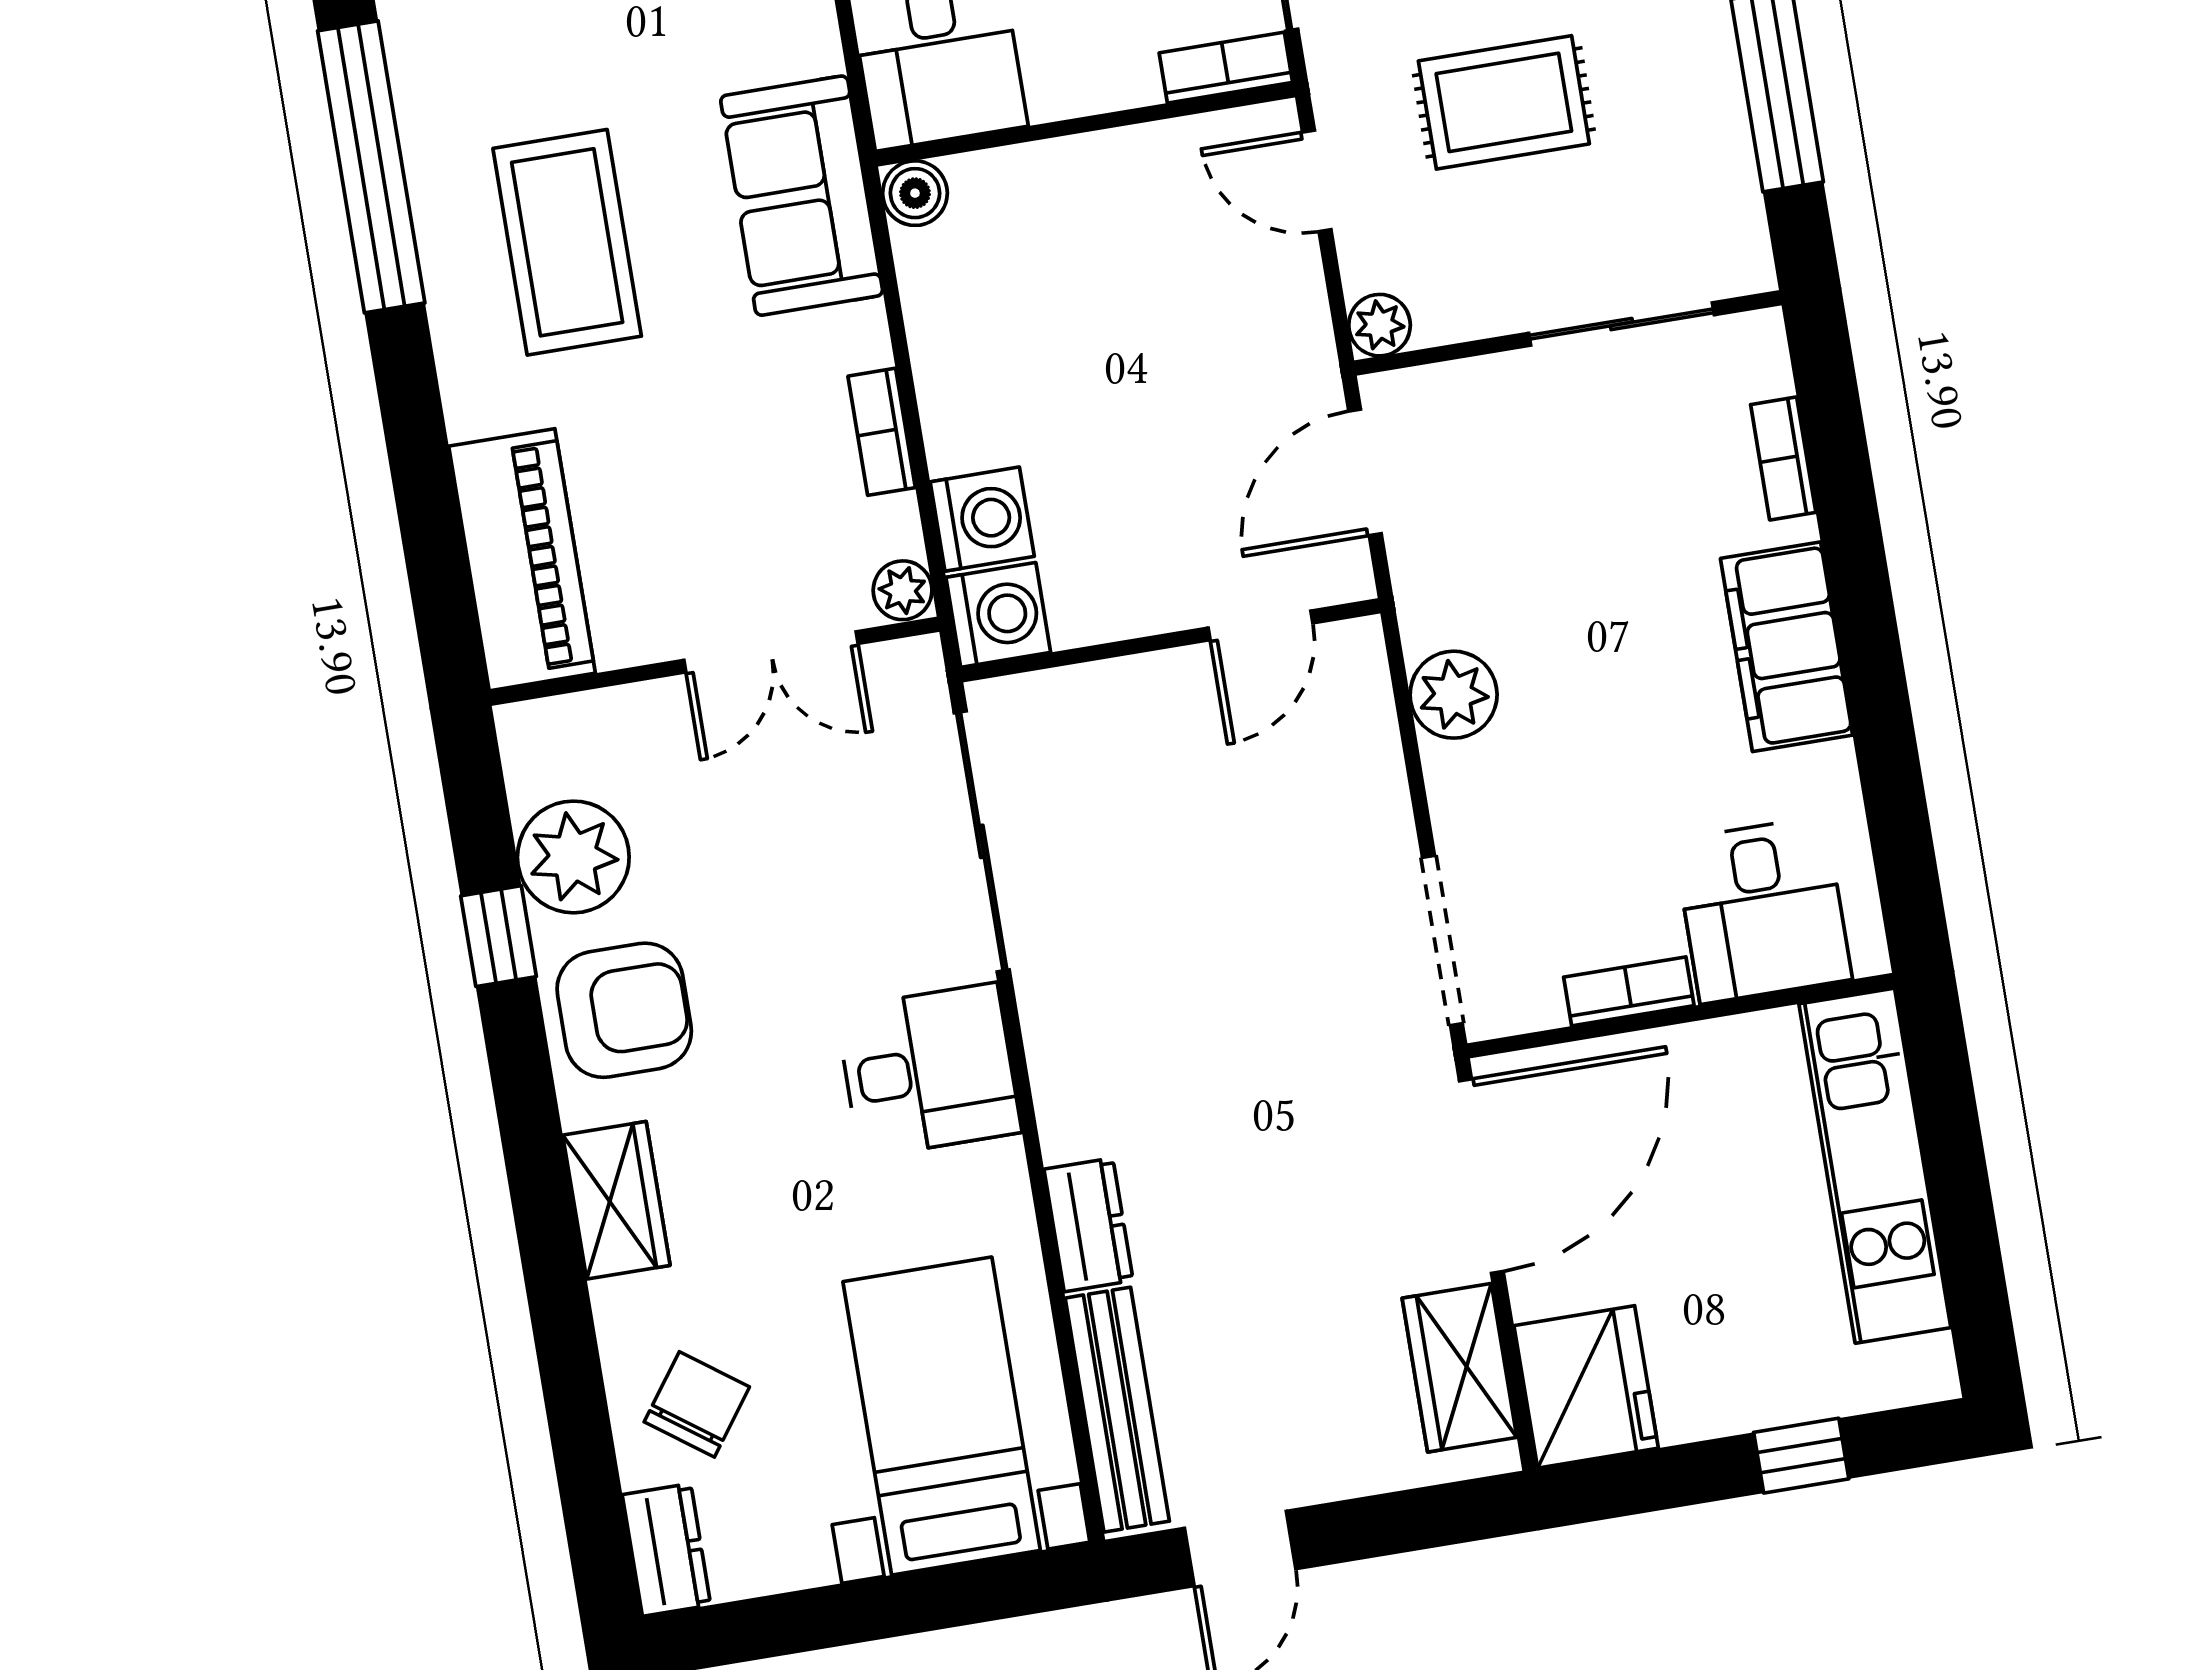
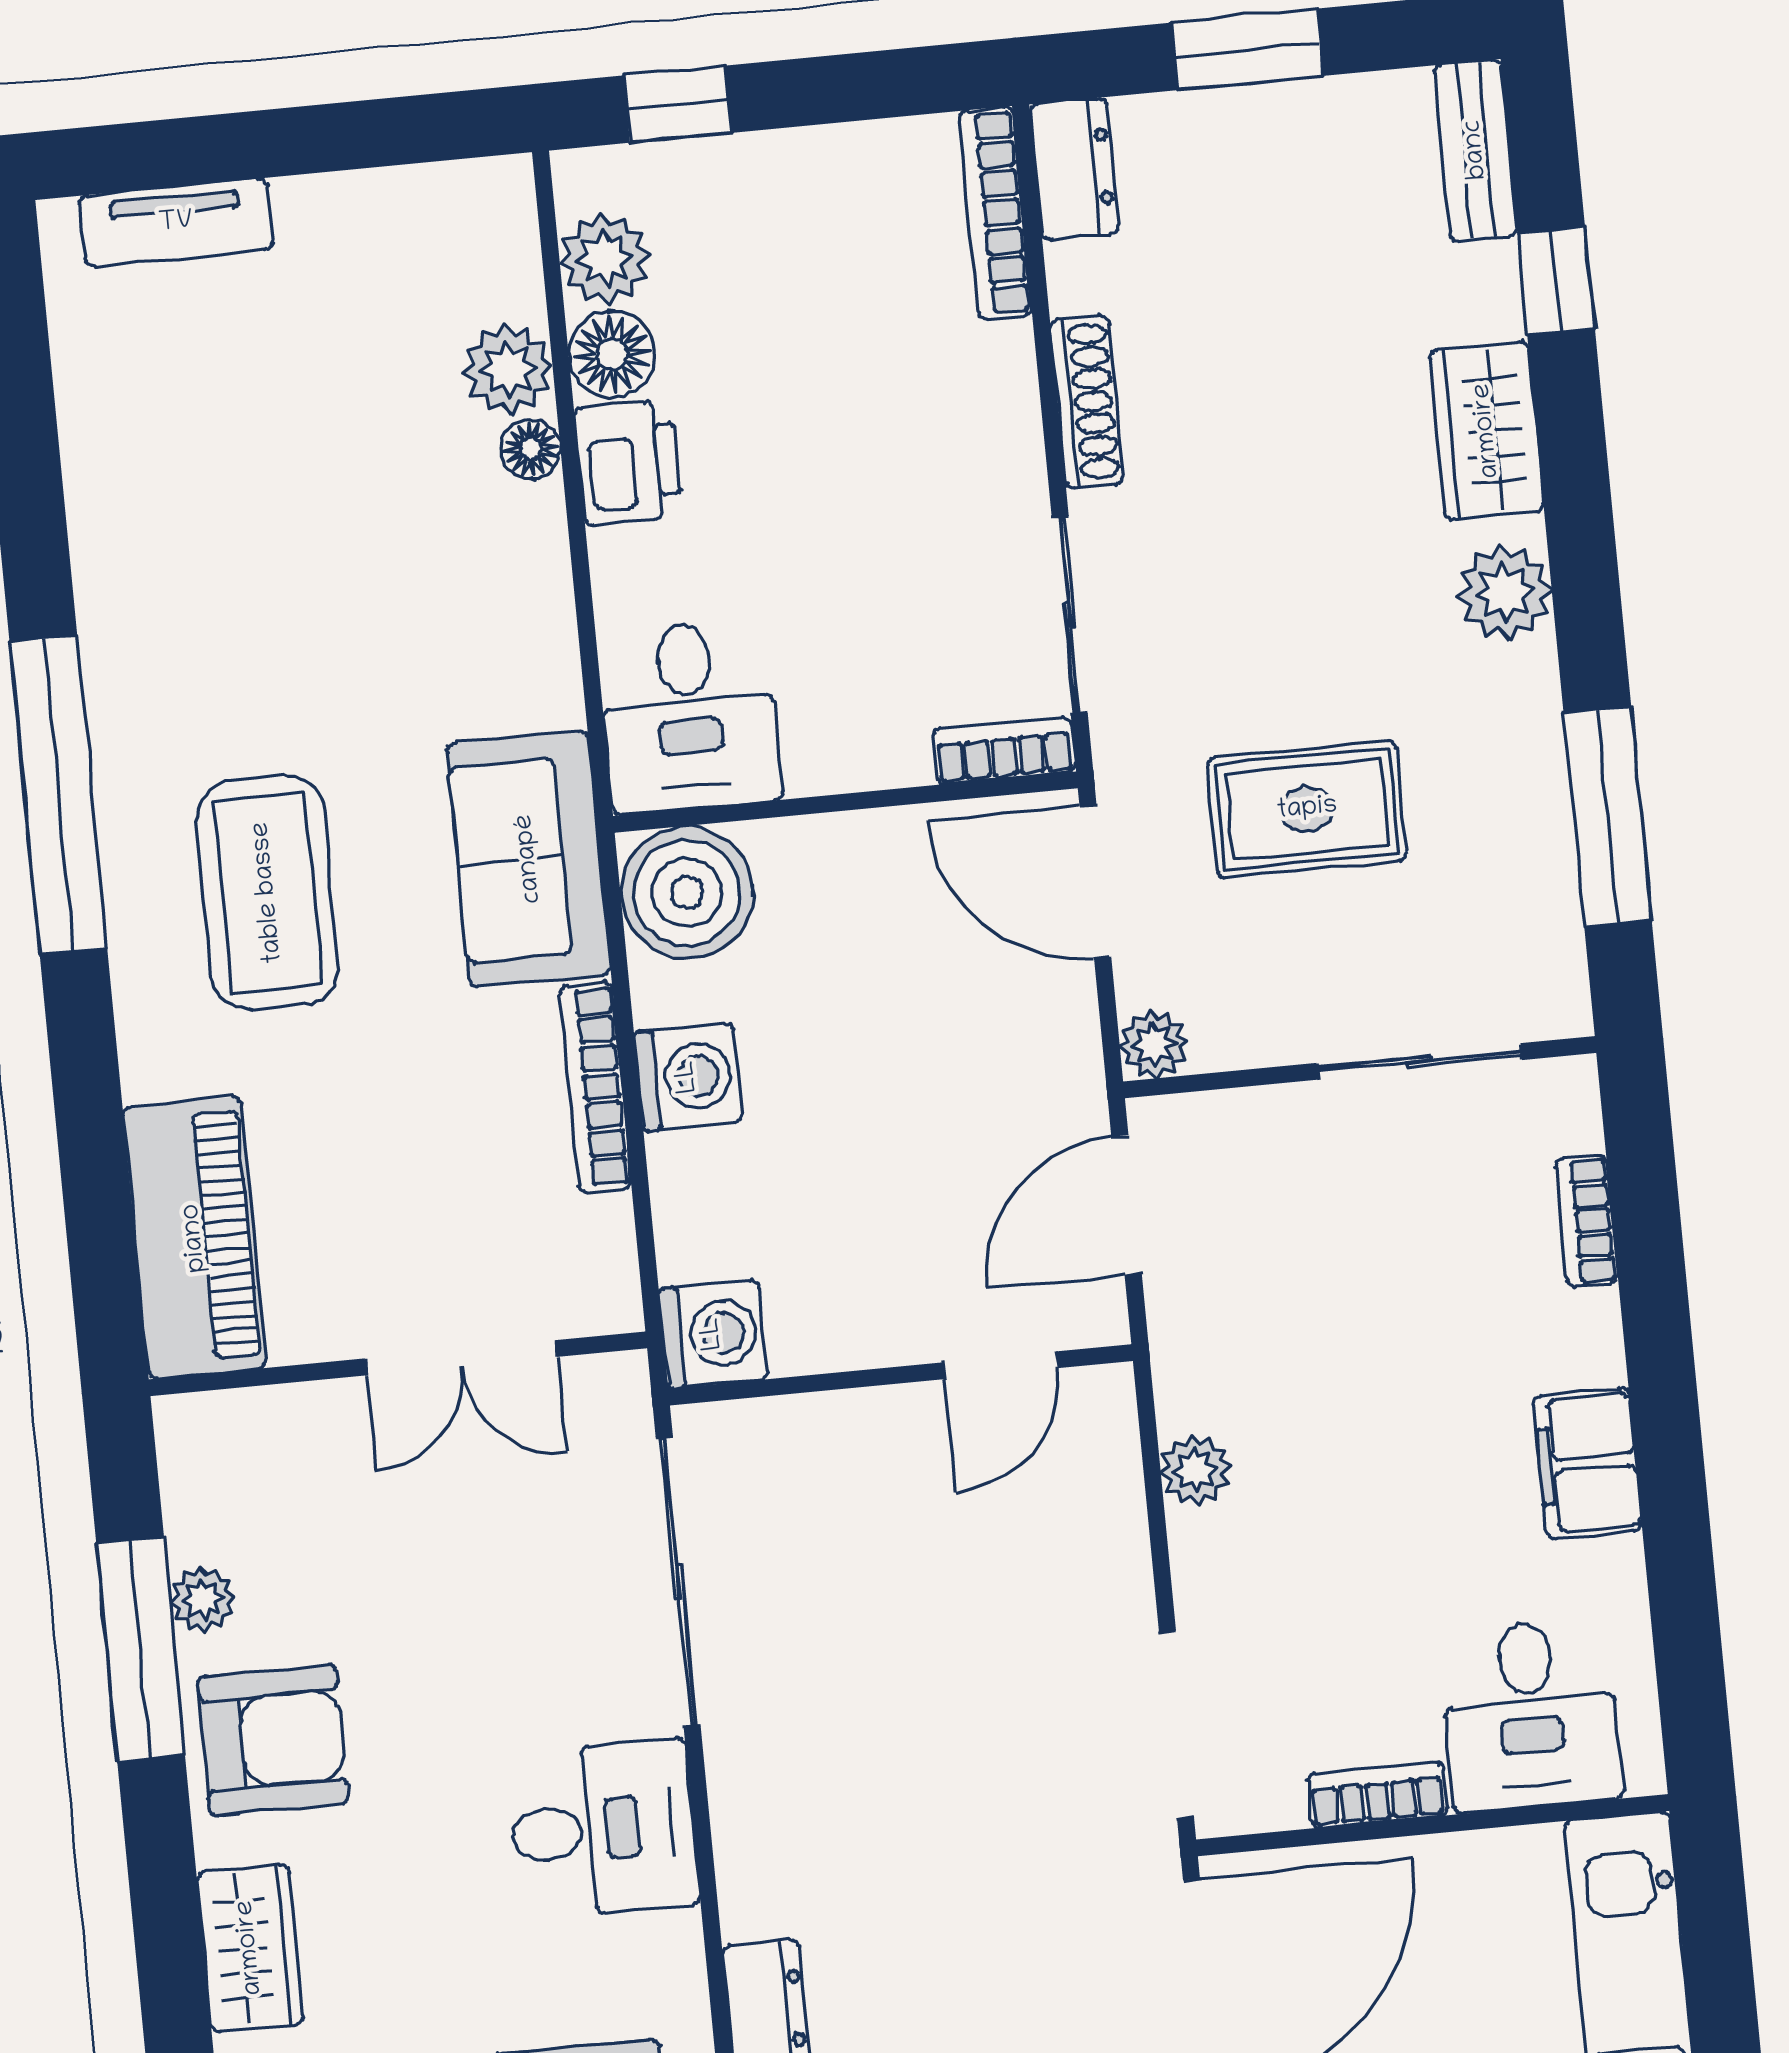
door: (1317, 181) -> (1095, 881), width x1.38
boiler: (915, 193) -> (687, 892), width x1.86, depth x1.86
bookcase: (882, 432) -> (595, 1087), width x1.56
washing machine: (982, 519) -> (688, 1077), moved
plant: (903, 590) -> (610, 1300), removed
filing cabinet: (1787, 647) -> (1588, 1463), width x0.67, depth x0.86
plant: (1454, 695) -> (1195, 1470), width x0.73, depth x0.73
plant: (573, 857) -> (203, 1599), width x0.53, depth x0.53
window: (499, 936) -> (141, 1649), width x2.17

